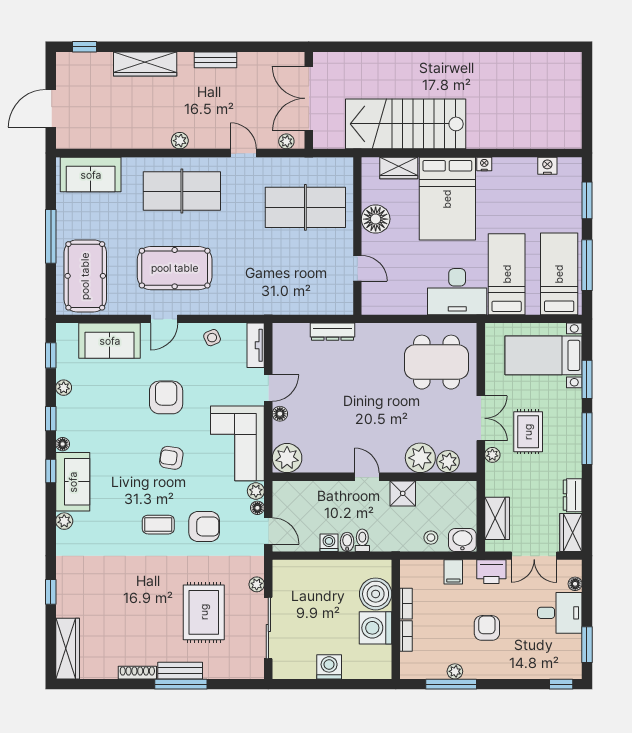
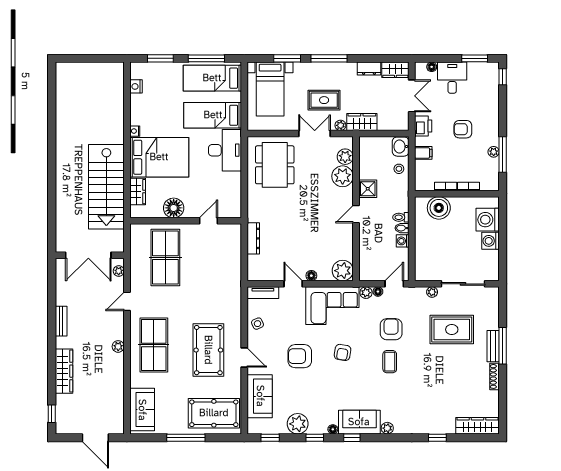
plant: (64, 388) -> (298, 424), width x1.88, depth x1.88
wardrobe: (497, 518) -> (362, 122), moved
washing machine: (376, 628) -> (488, 220), moved, turned 90

